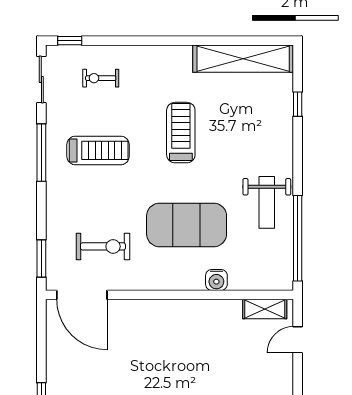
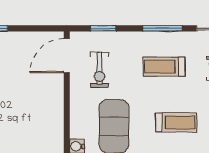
treadmill: (98, 150) -> (164, 67), turned 90
window: (41, 258) -> (103, 28), moved

